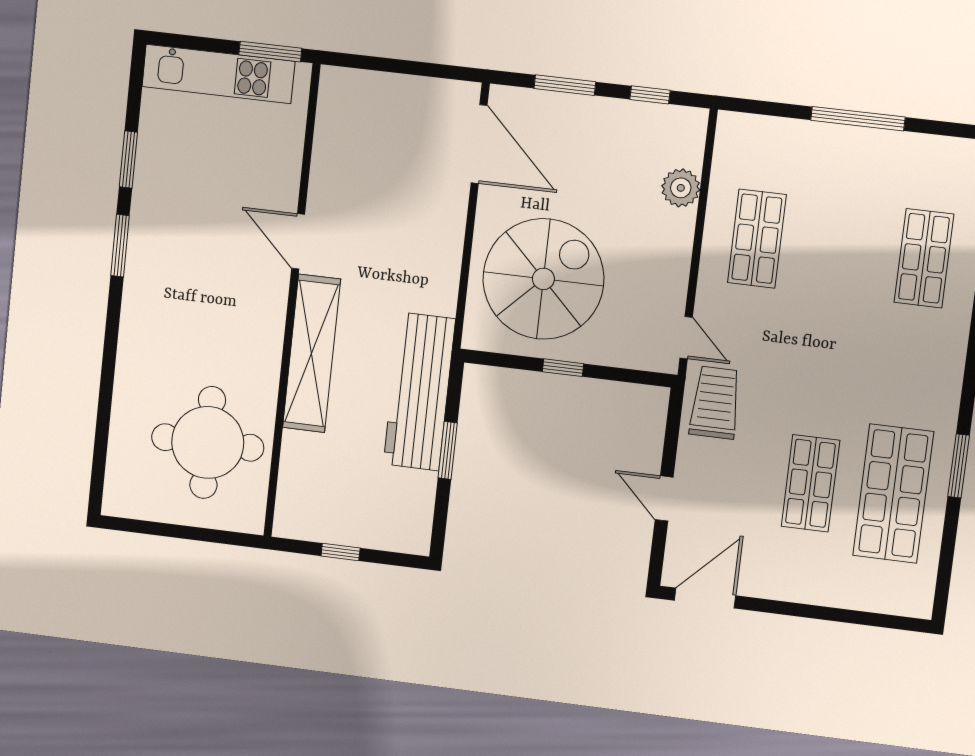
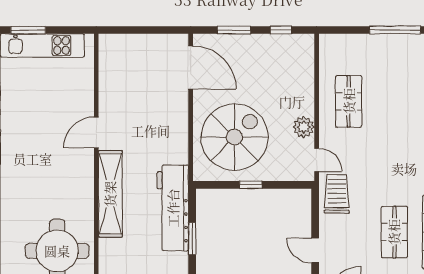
window: (270, 52) -> (28, 30), moved
plant: (681, 188) -> (304, 127), moved
door: (298, 241) -> (96, 132), hinge flipped

